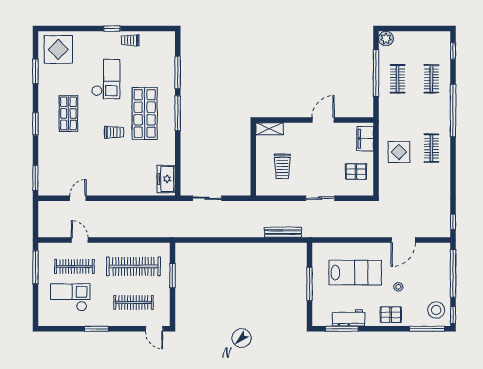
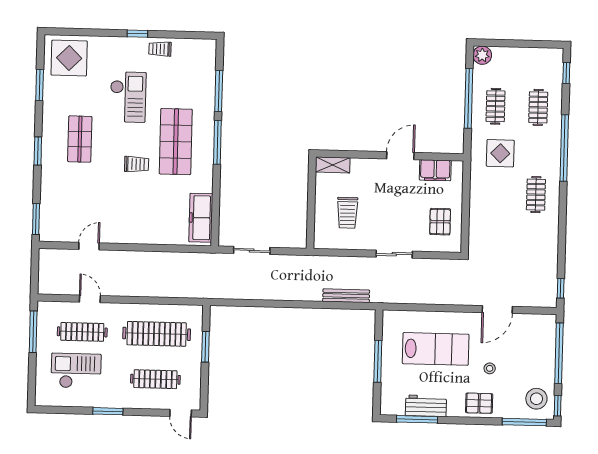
filing cabinet: (365, 139) -> (435, 170), moved, turned -90
display table: (399, 152) -> (500, 153), moved
pallet: (356, 172) -> (440, 222), turned 90
freezer: (166, 179) -> (201, 218), width x1.40

